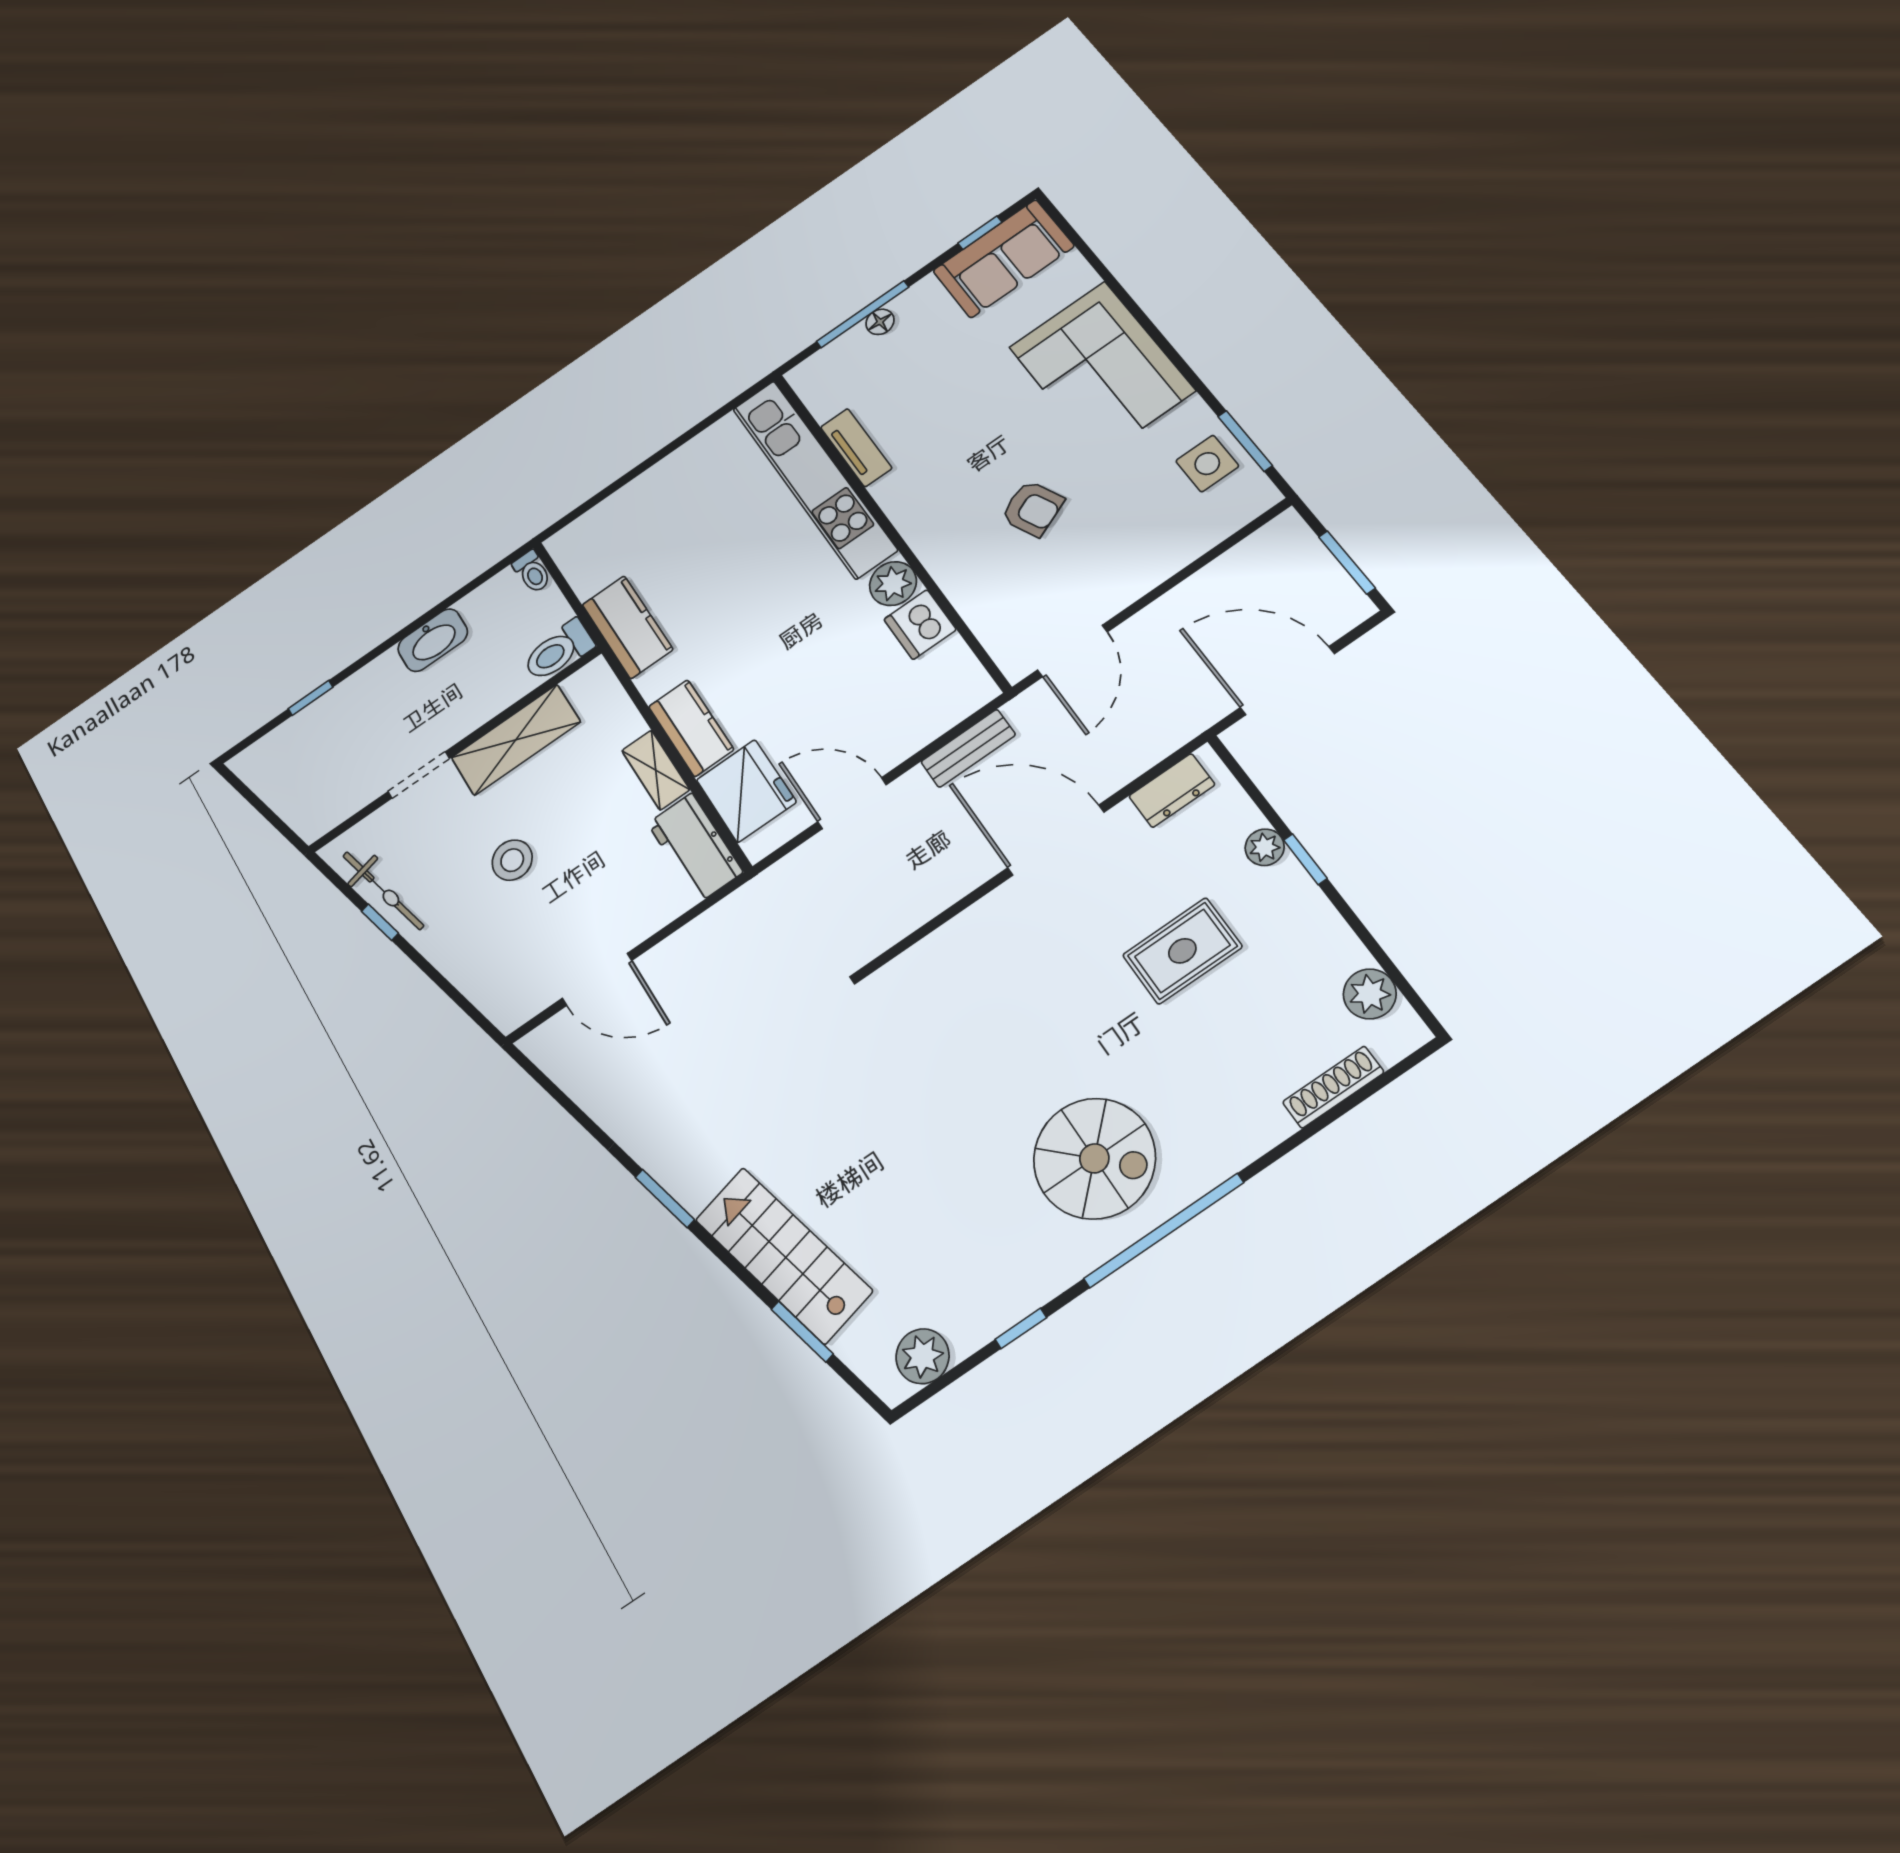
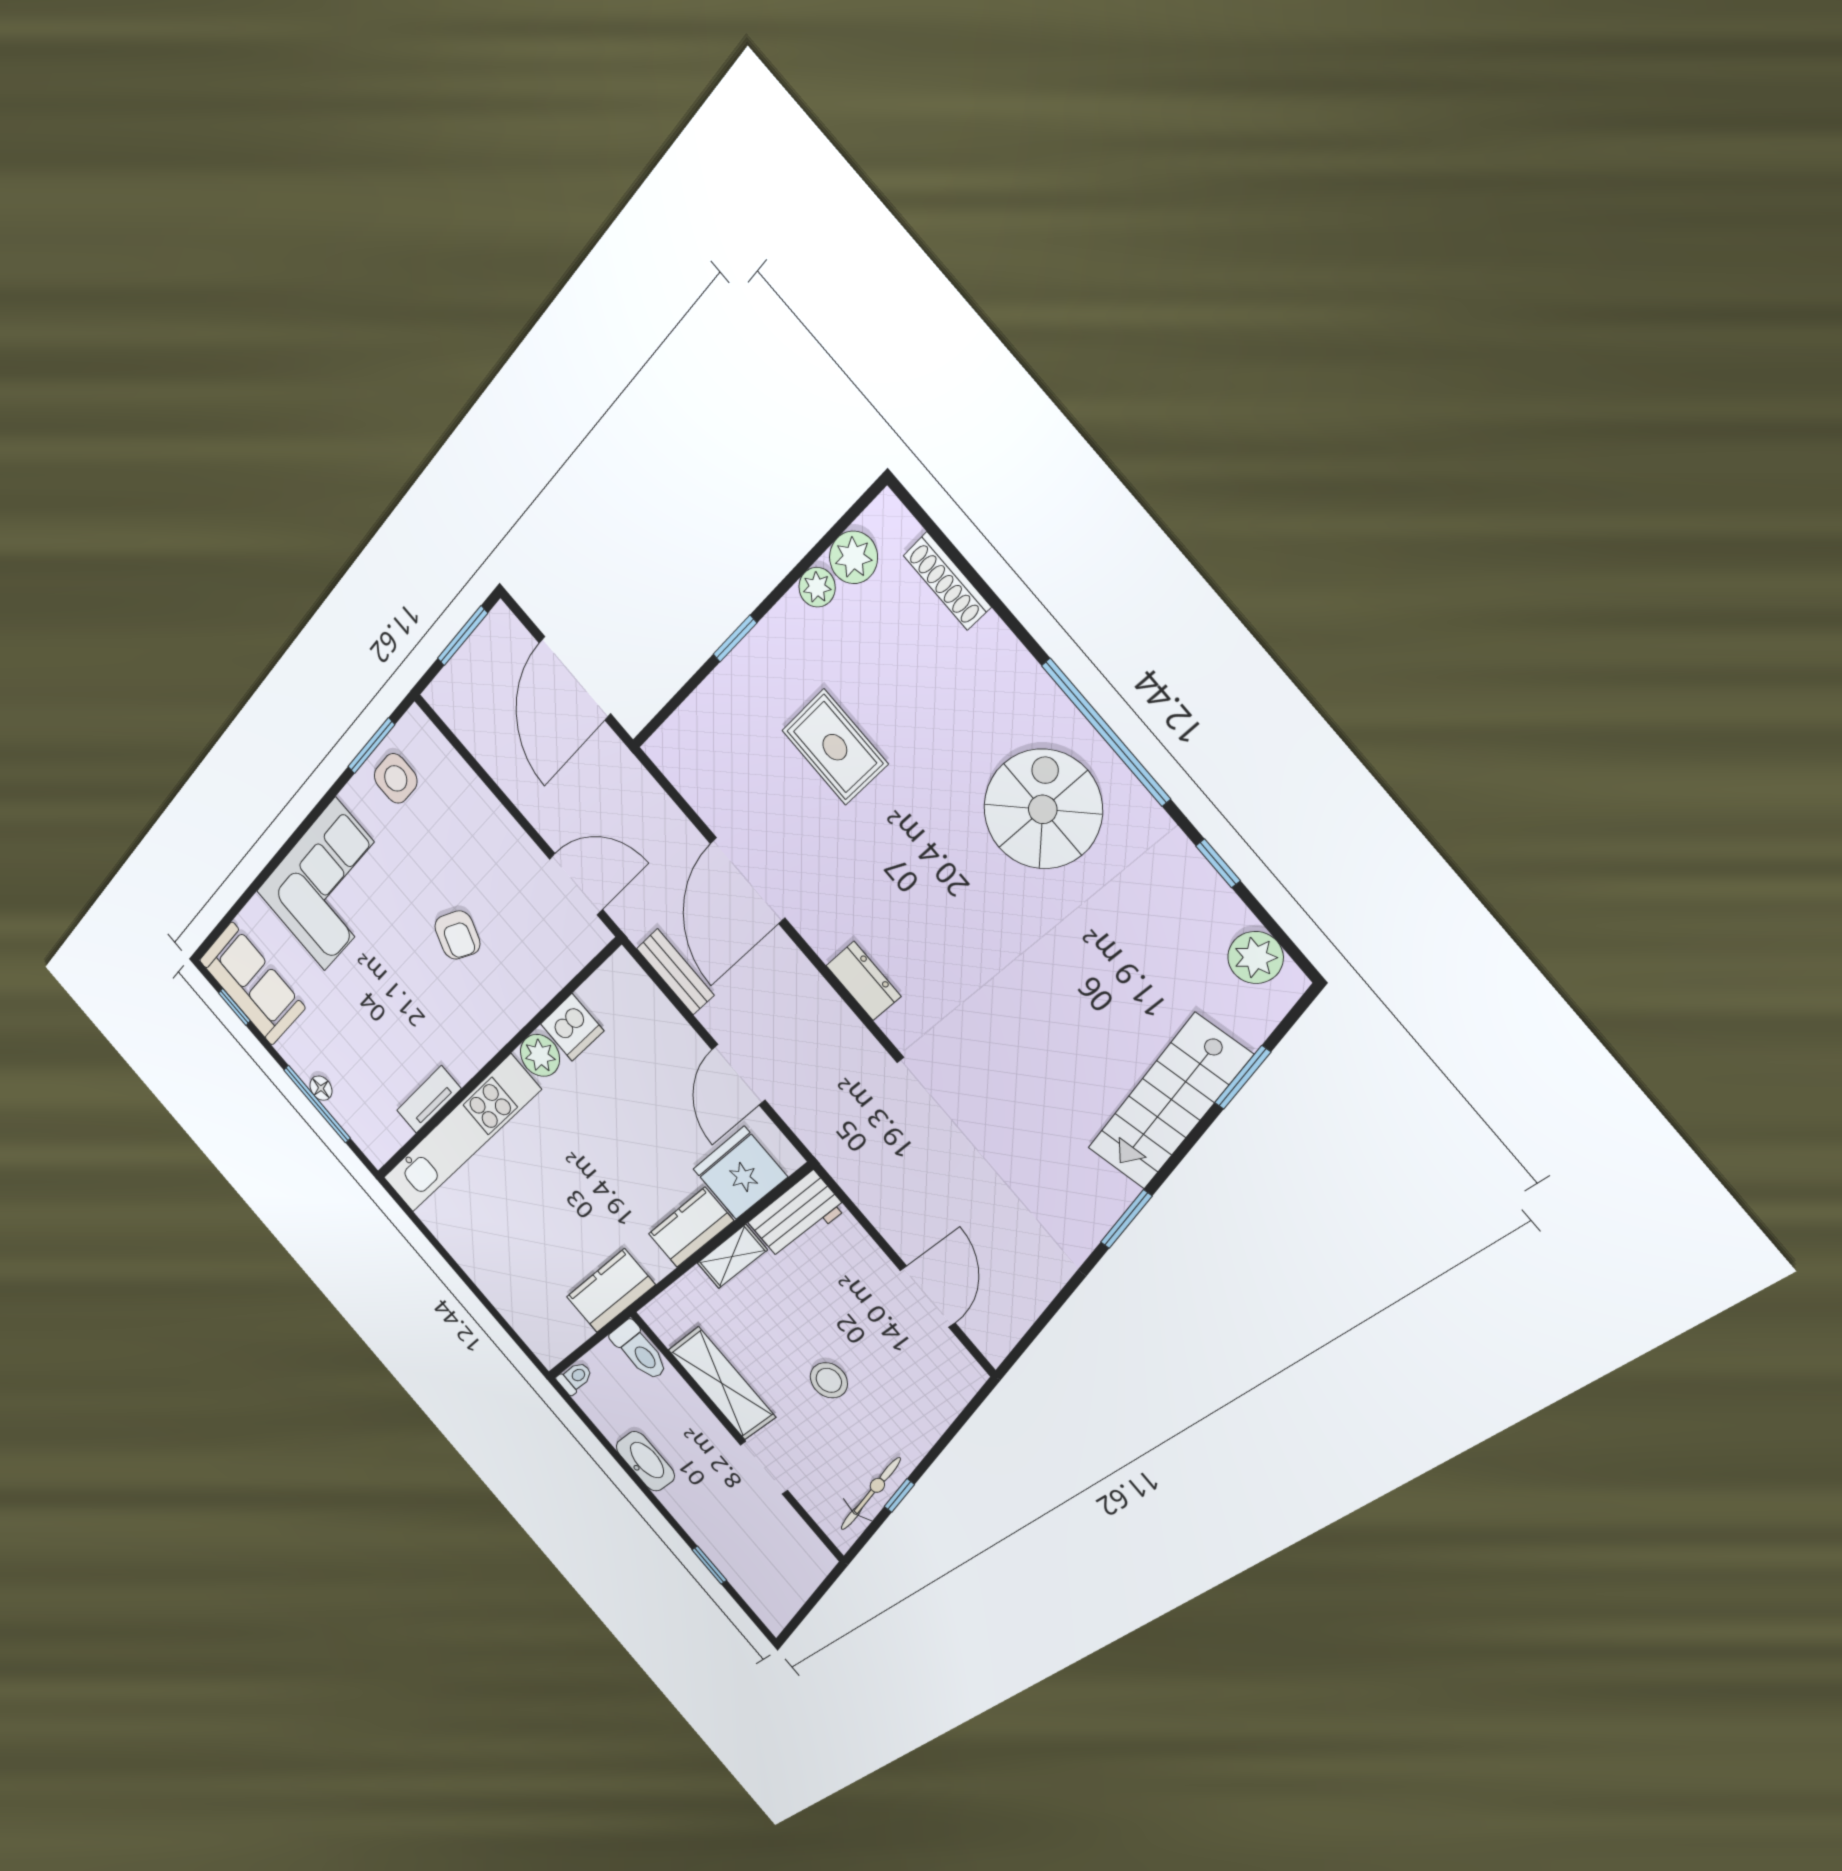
armchair: (1032, 509) -> (457, 935), turned 137
dresser: (1172, 790) -> (863, 981), moved
plant: (1265, 847) -> (817, 587), moved

